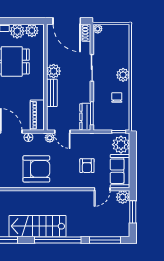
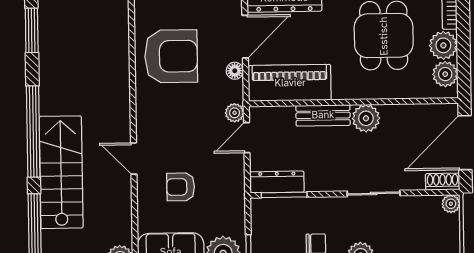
piano: (37, 115) -> (290, 83), width x1.37, depth x1.33
armchair: (36, 169) -> (171, 56), moved, turned -90
door: (102, 189) -> (134, 159), moved
stairs: (37, 226) -> (61, 172), moved

